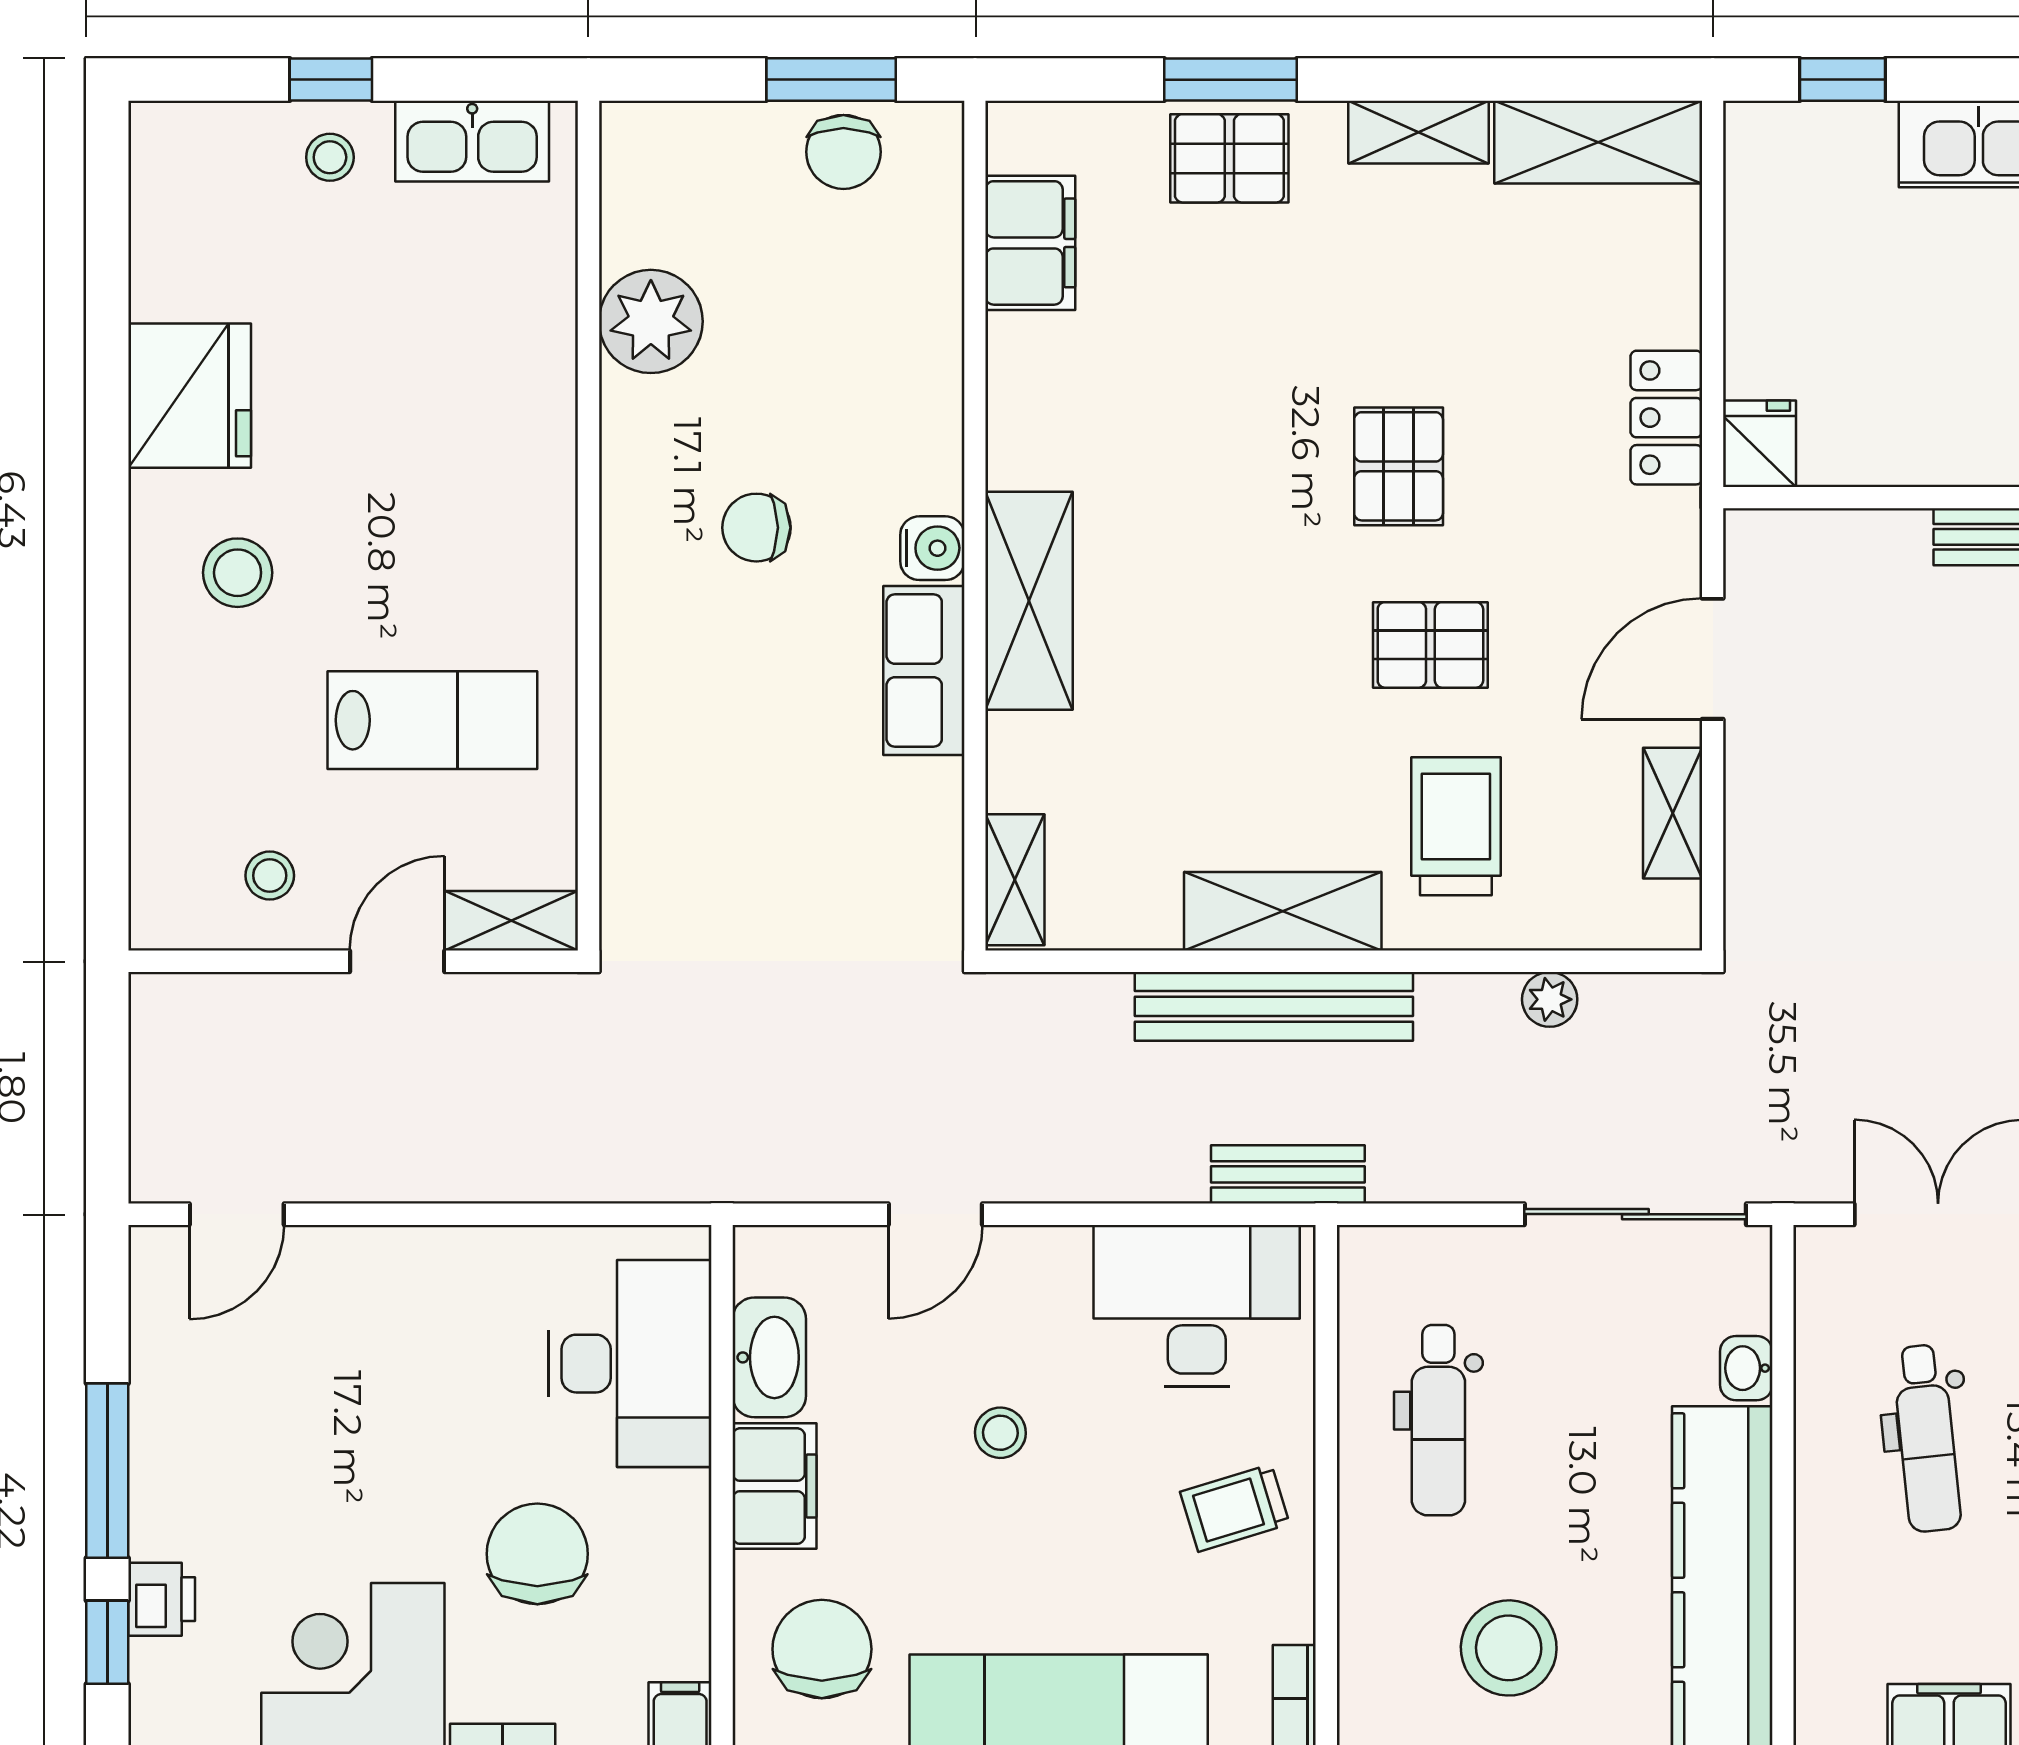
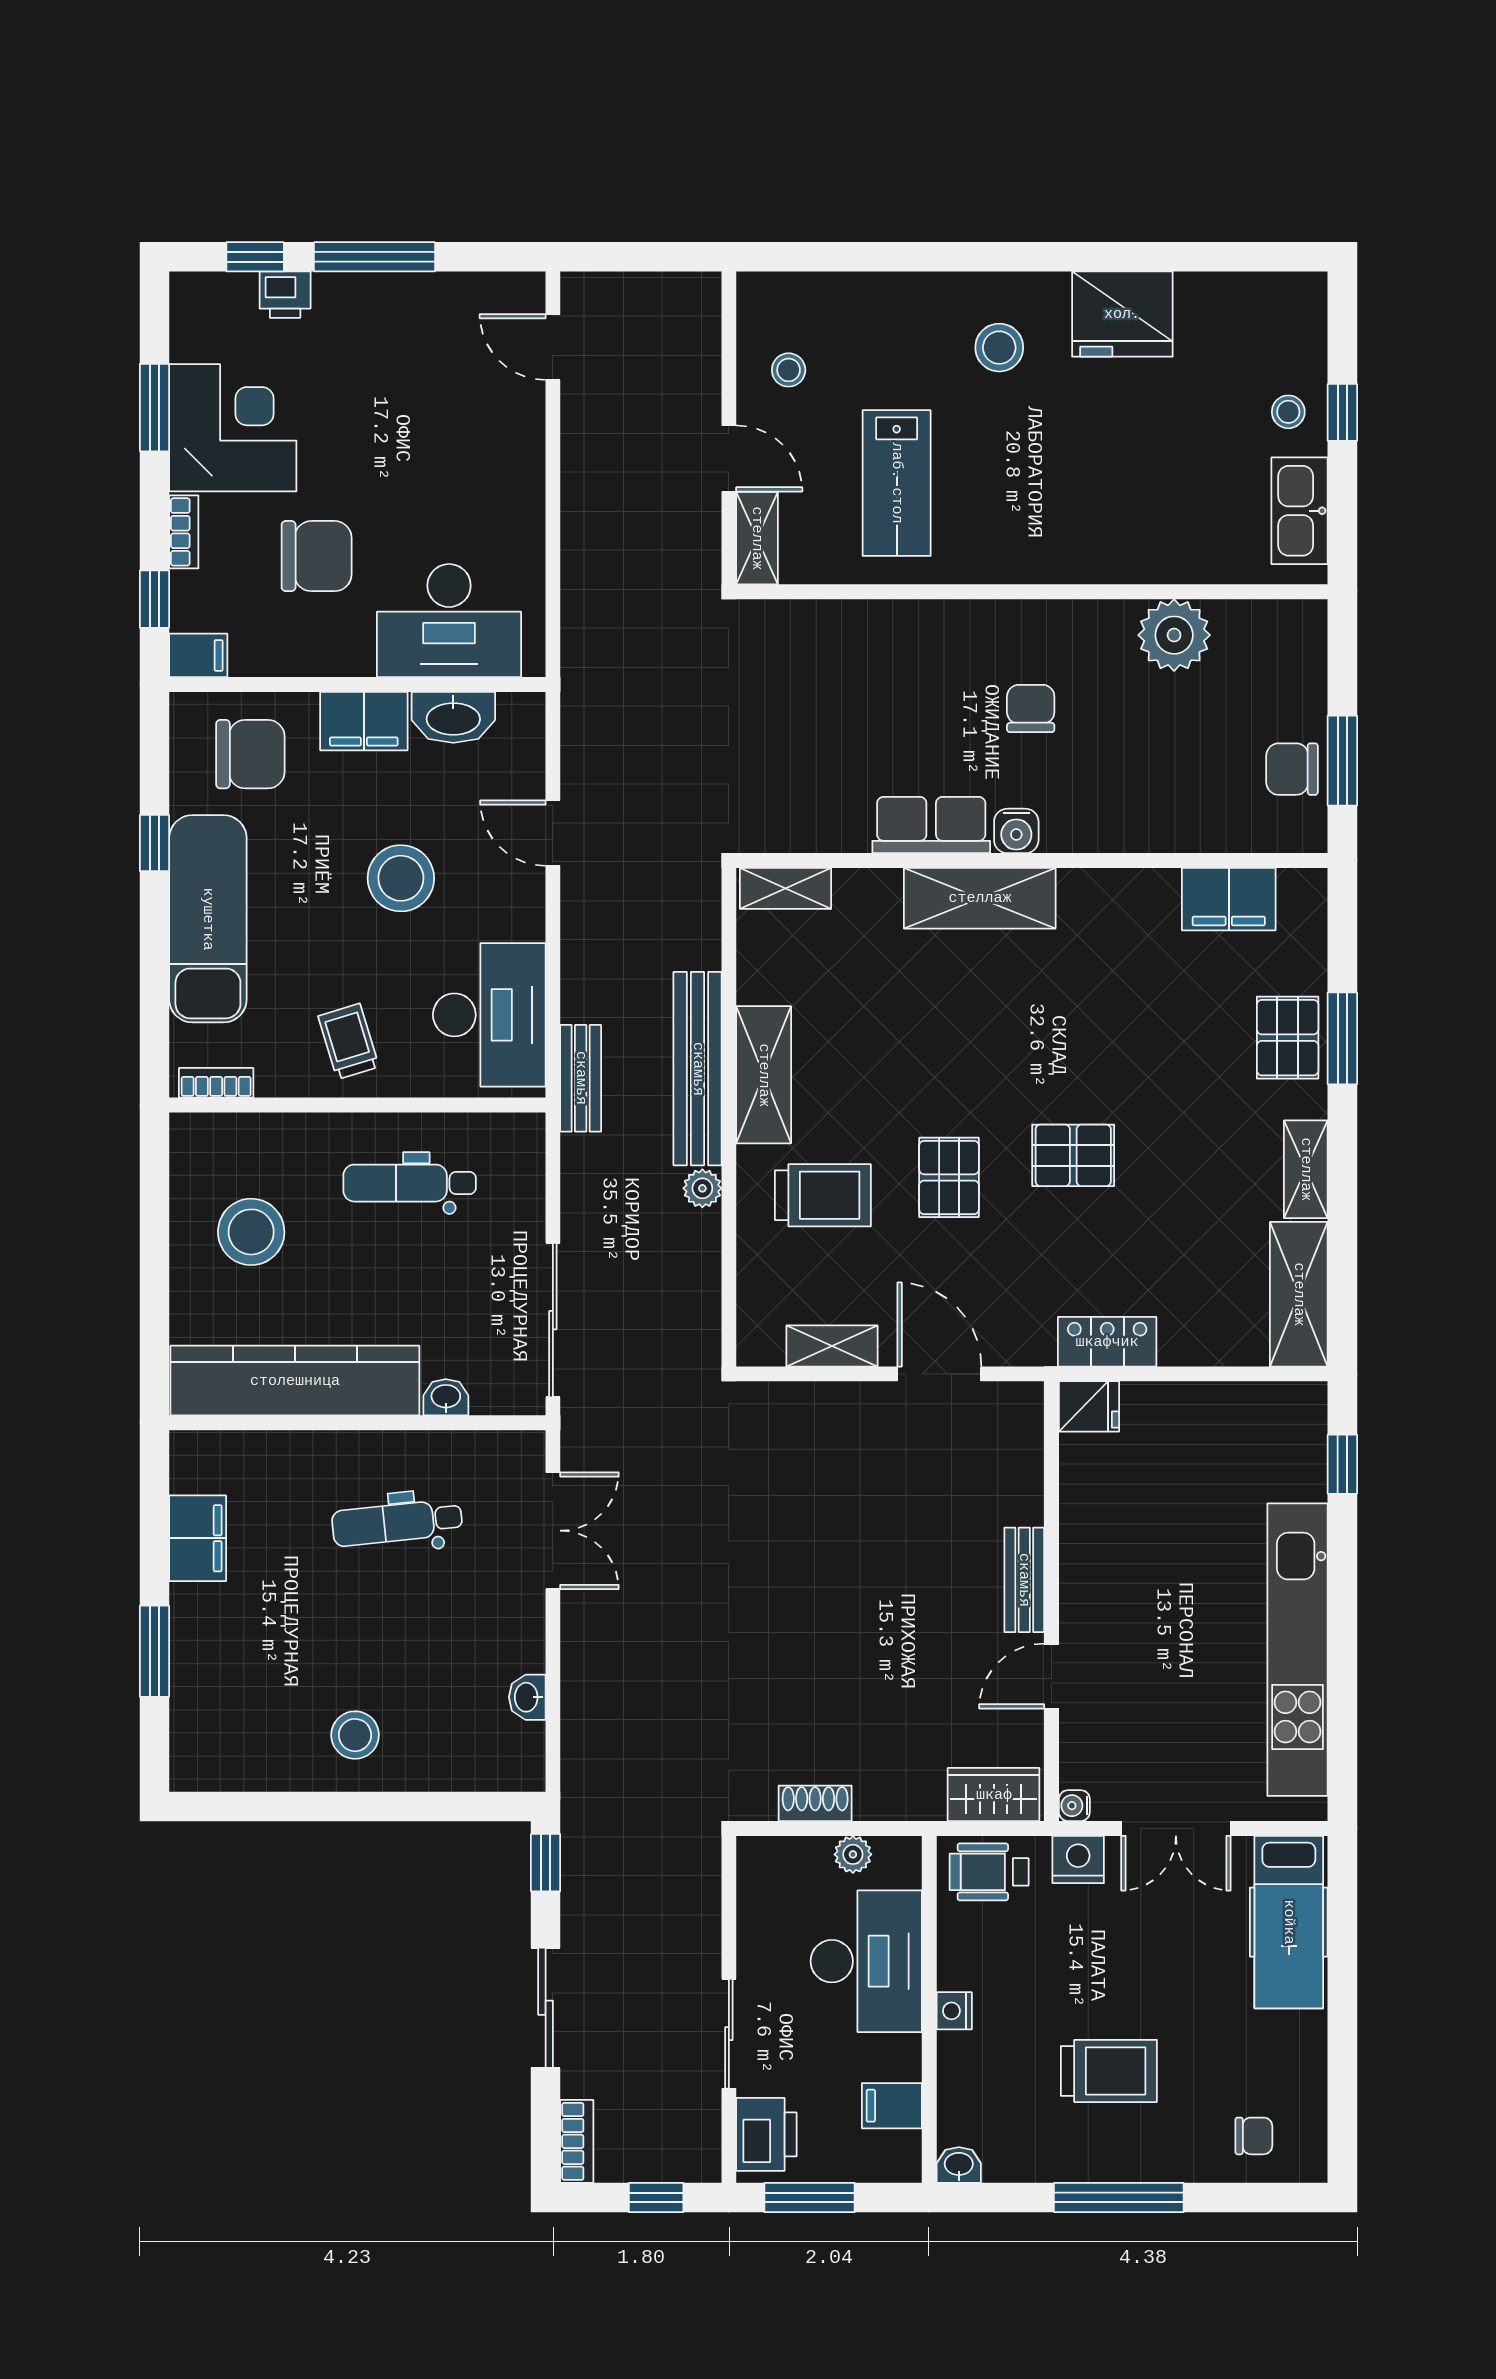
plant: (1550, 999) -> (702, 1188), moved
stool: (1000, 1433) -> (401, 878), width x1.89, depth x1.89

